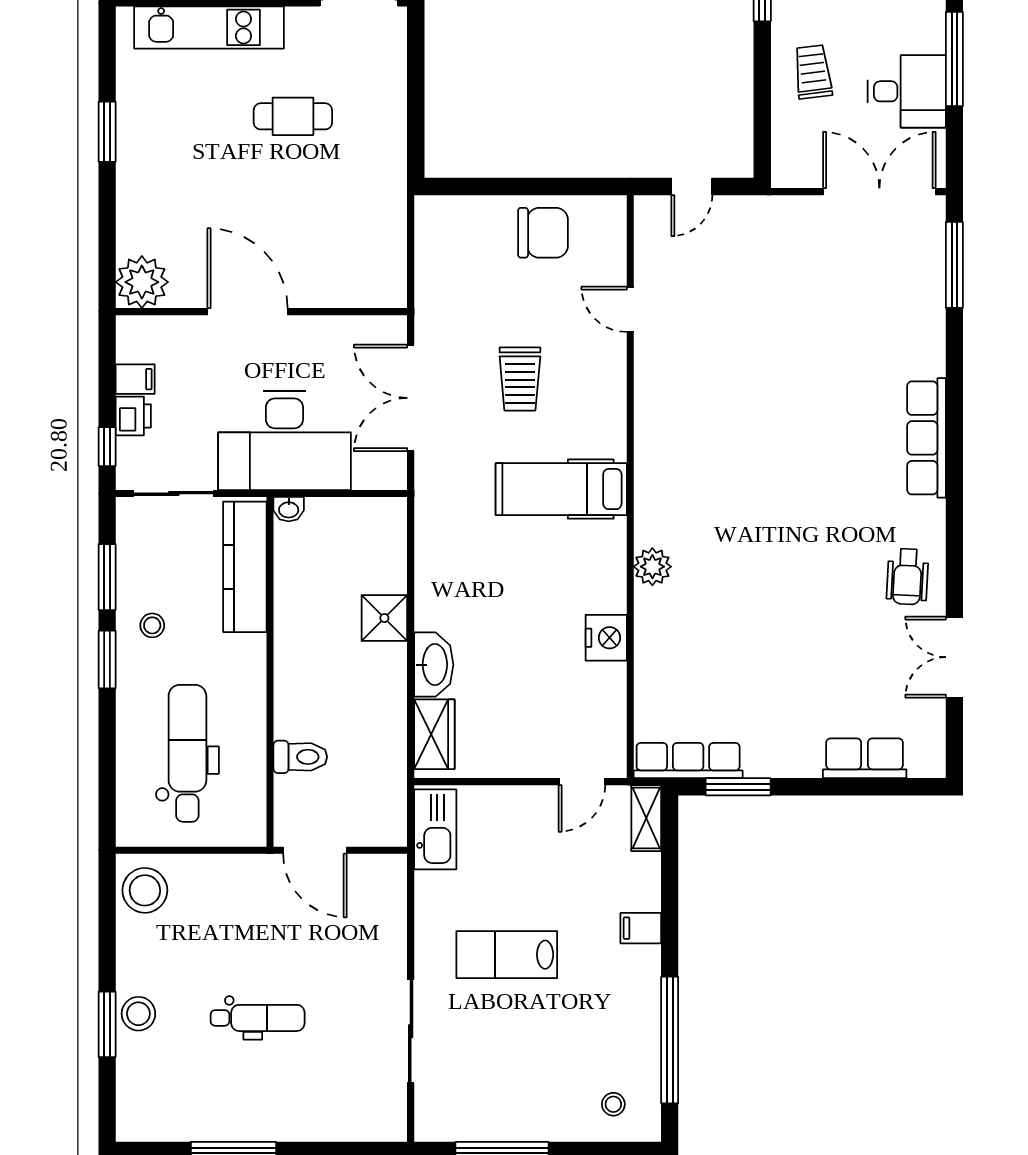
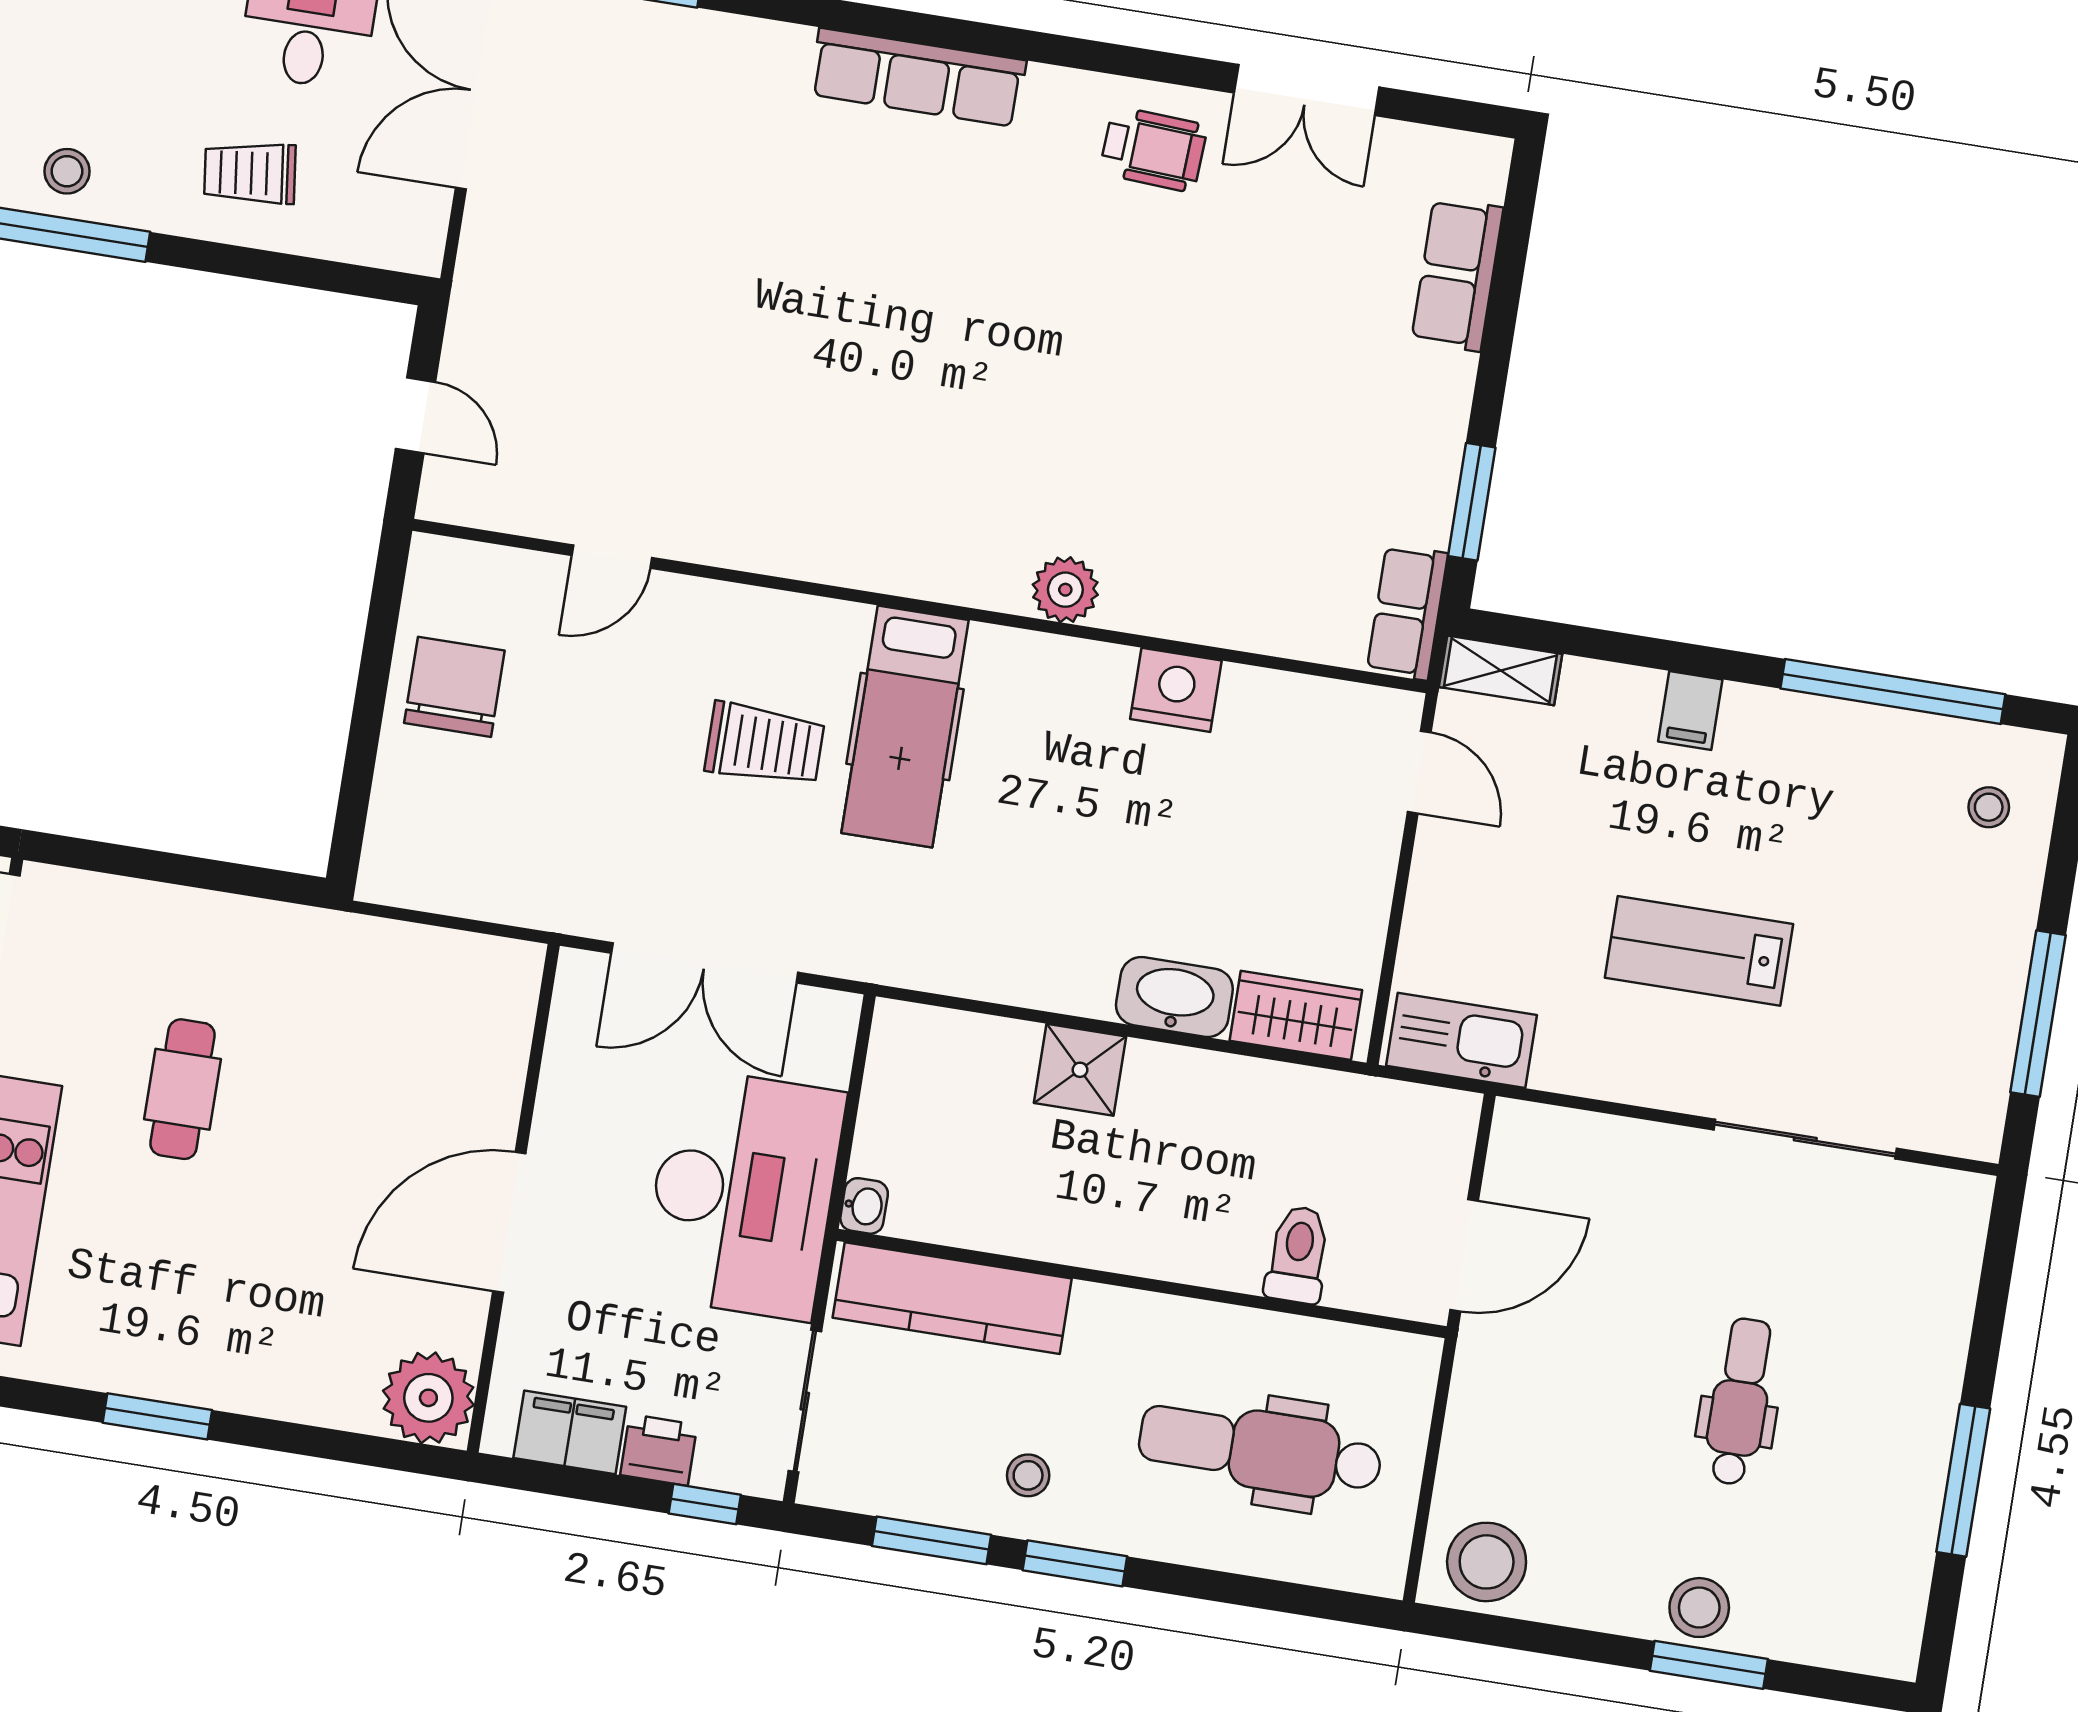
filing cabinet: (135, 379) -> (570, 1432), width x2.00
trolley: (520, 379) -> (765, 744), moved
row of seats: (688, 761) -> (1407, 612), width x0.68
lab bench: (507, 955) -> (1699, 951), turned 90

